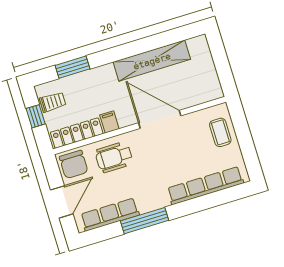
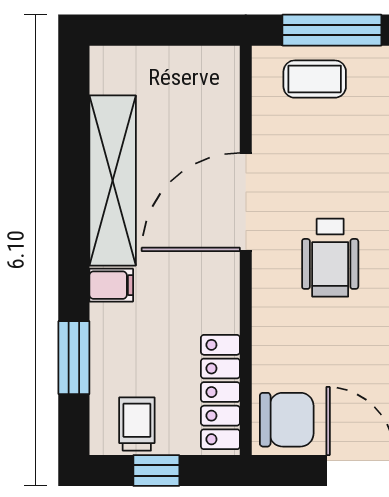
filing cabinet: (109, 122) -> (111, 285), moved, turned 180
window: (243, 133) -> (332, 30), added
wheelchair: (114, 157) -> (330, 258), moved

